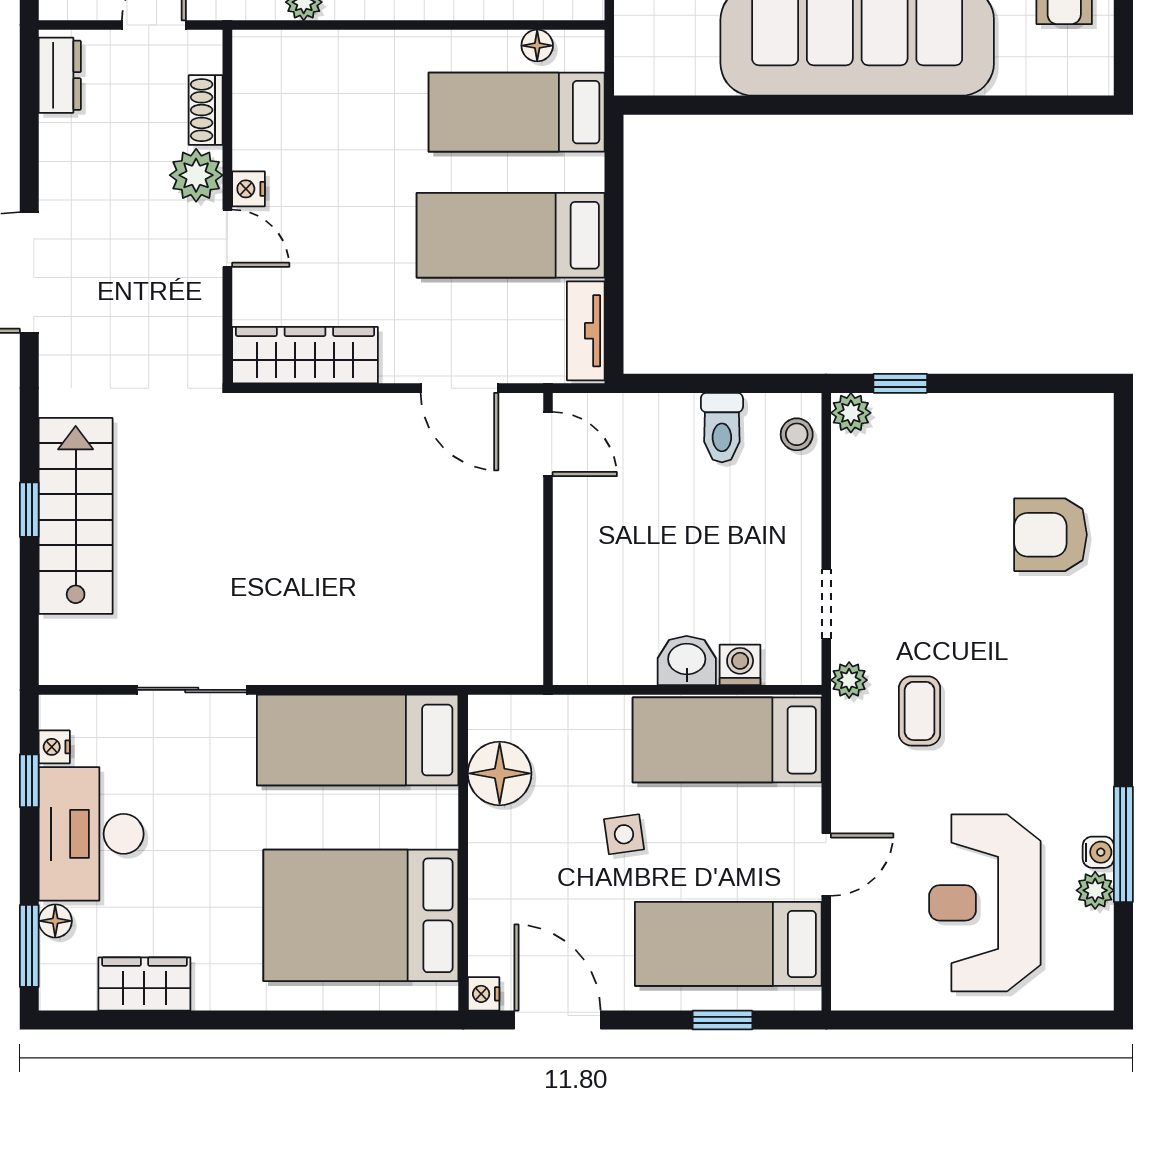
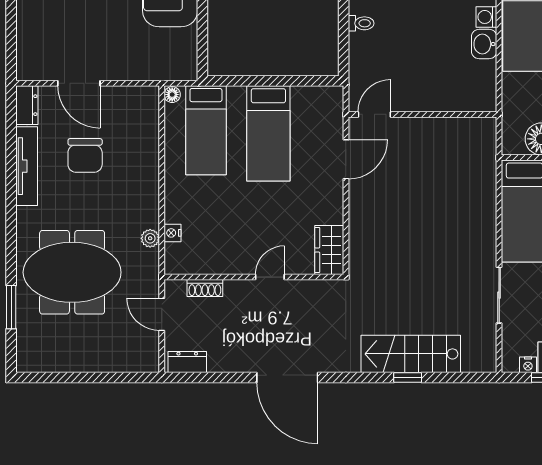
floor lamp: (537, 46) -> (172, 95), moved
plant: (196, 175) -> (238, 293), removed
nightstand: (248, 189) -> (173, 233), moved, turned 90
tv unit: (586, 331) -> (317, 95), removed
wardrobe: (305, 355) -> (329, 250), width x0.67
toilet: (722, 428) -> (361, 23), width x0.73, depth x0.72

